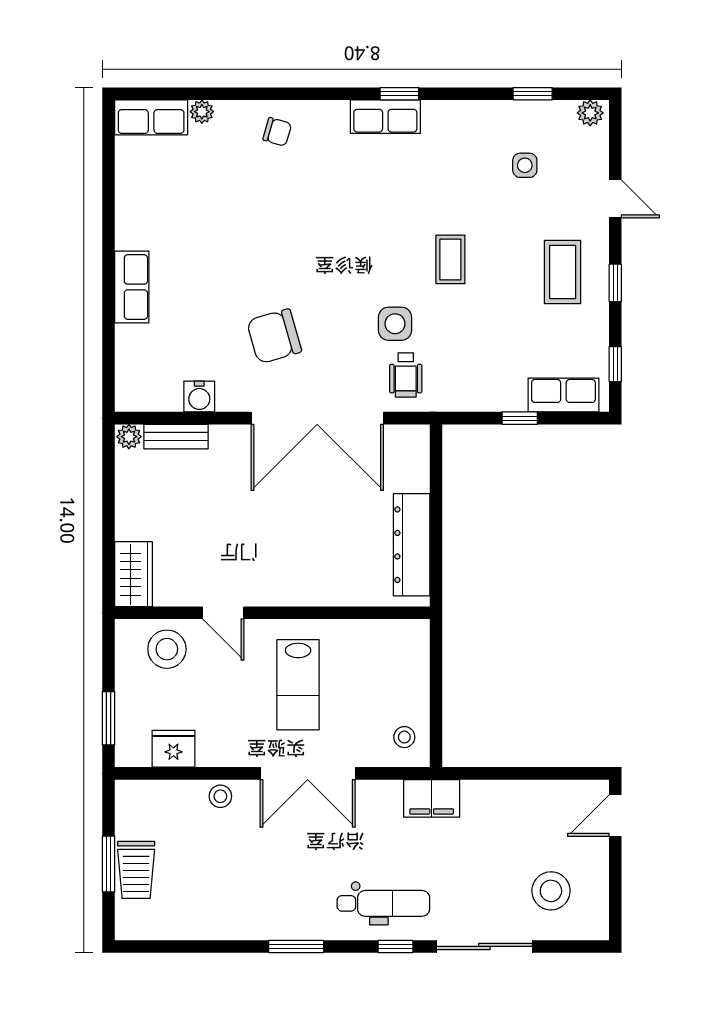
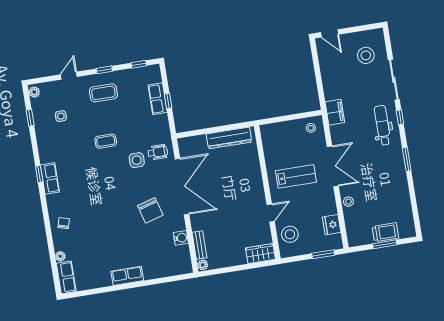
row of seats: (132, 287) -> (127, 276), moved
row of seats: (563, 395) -> (158, 99), moved

